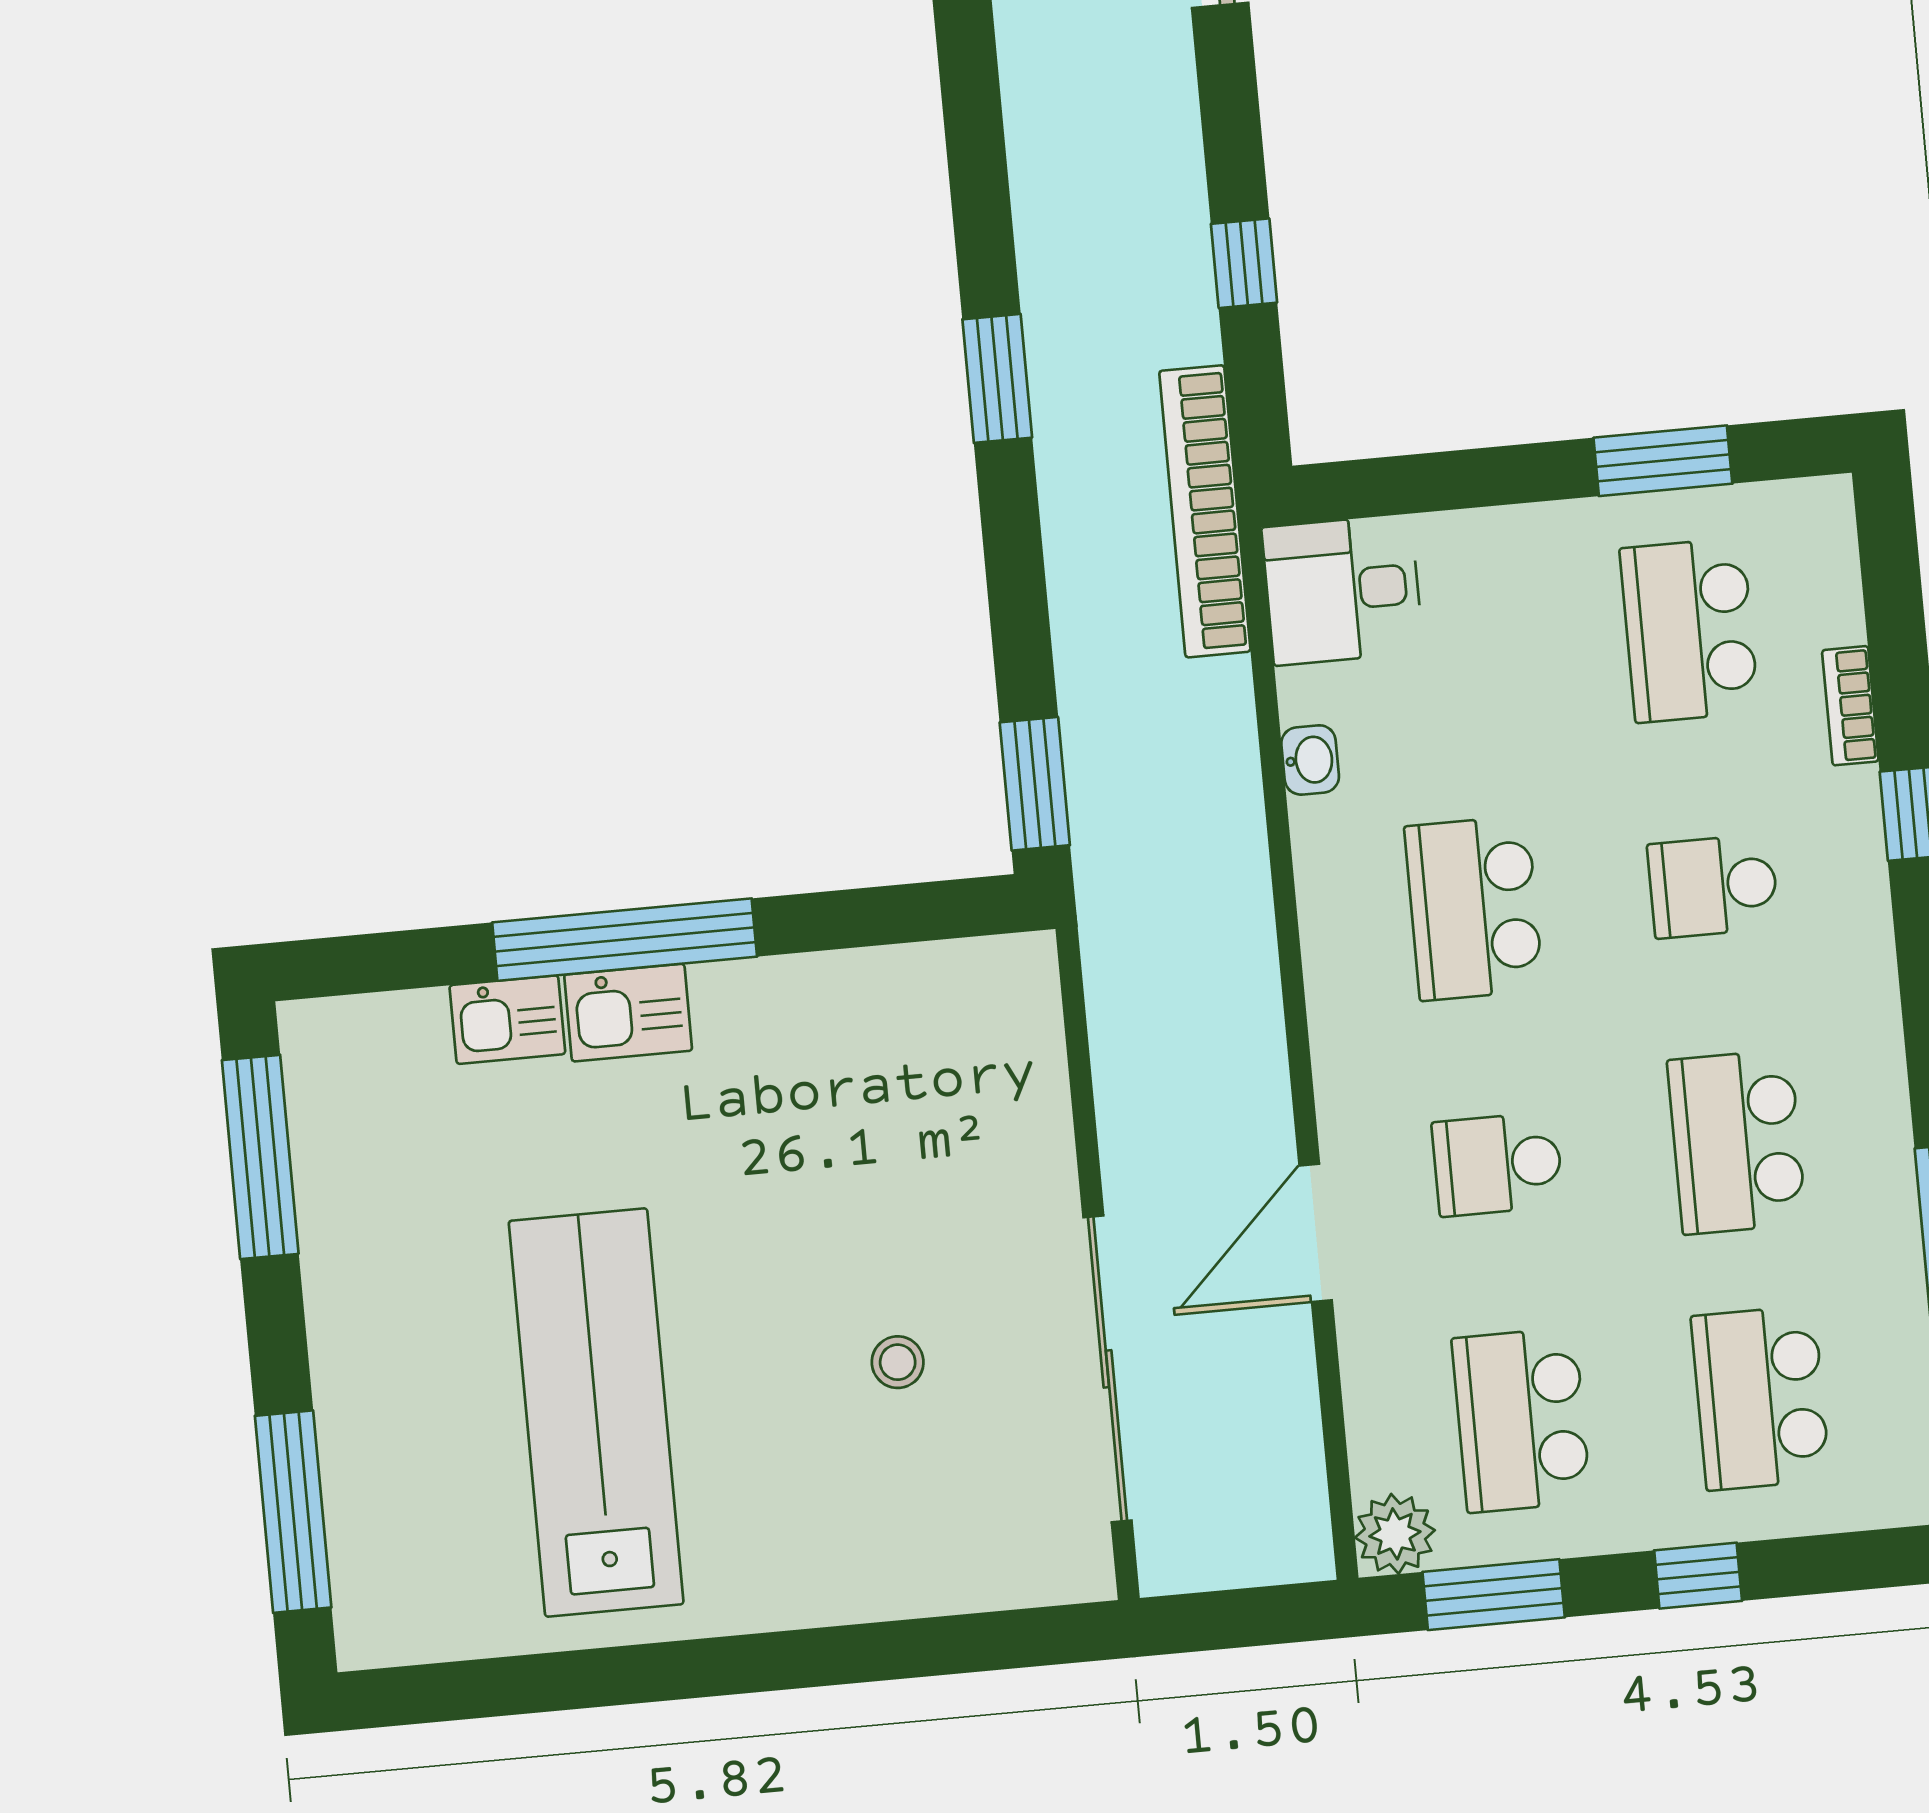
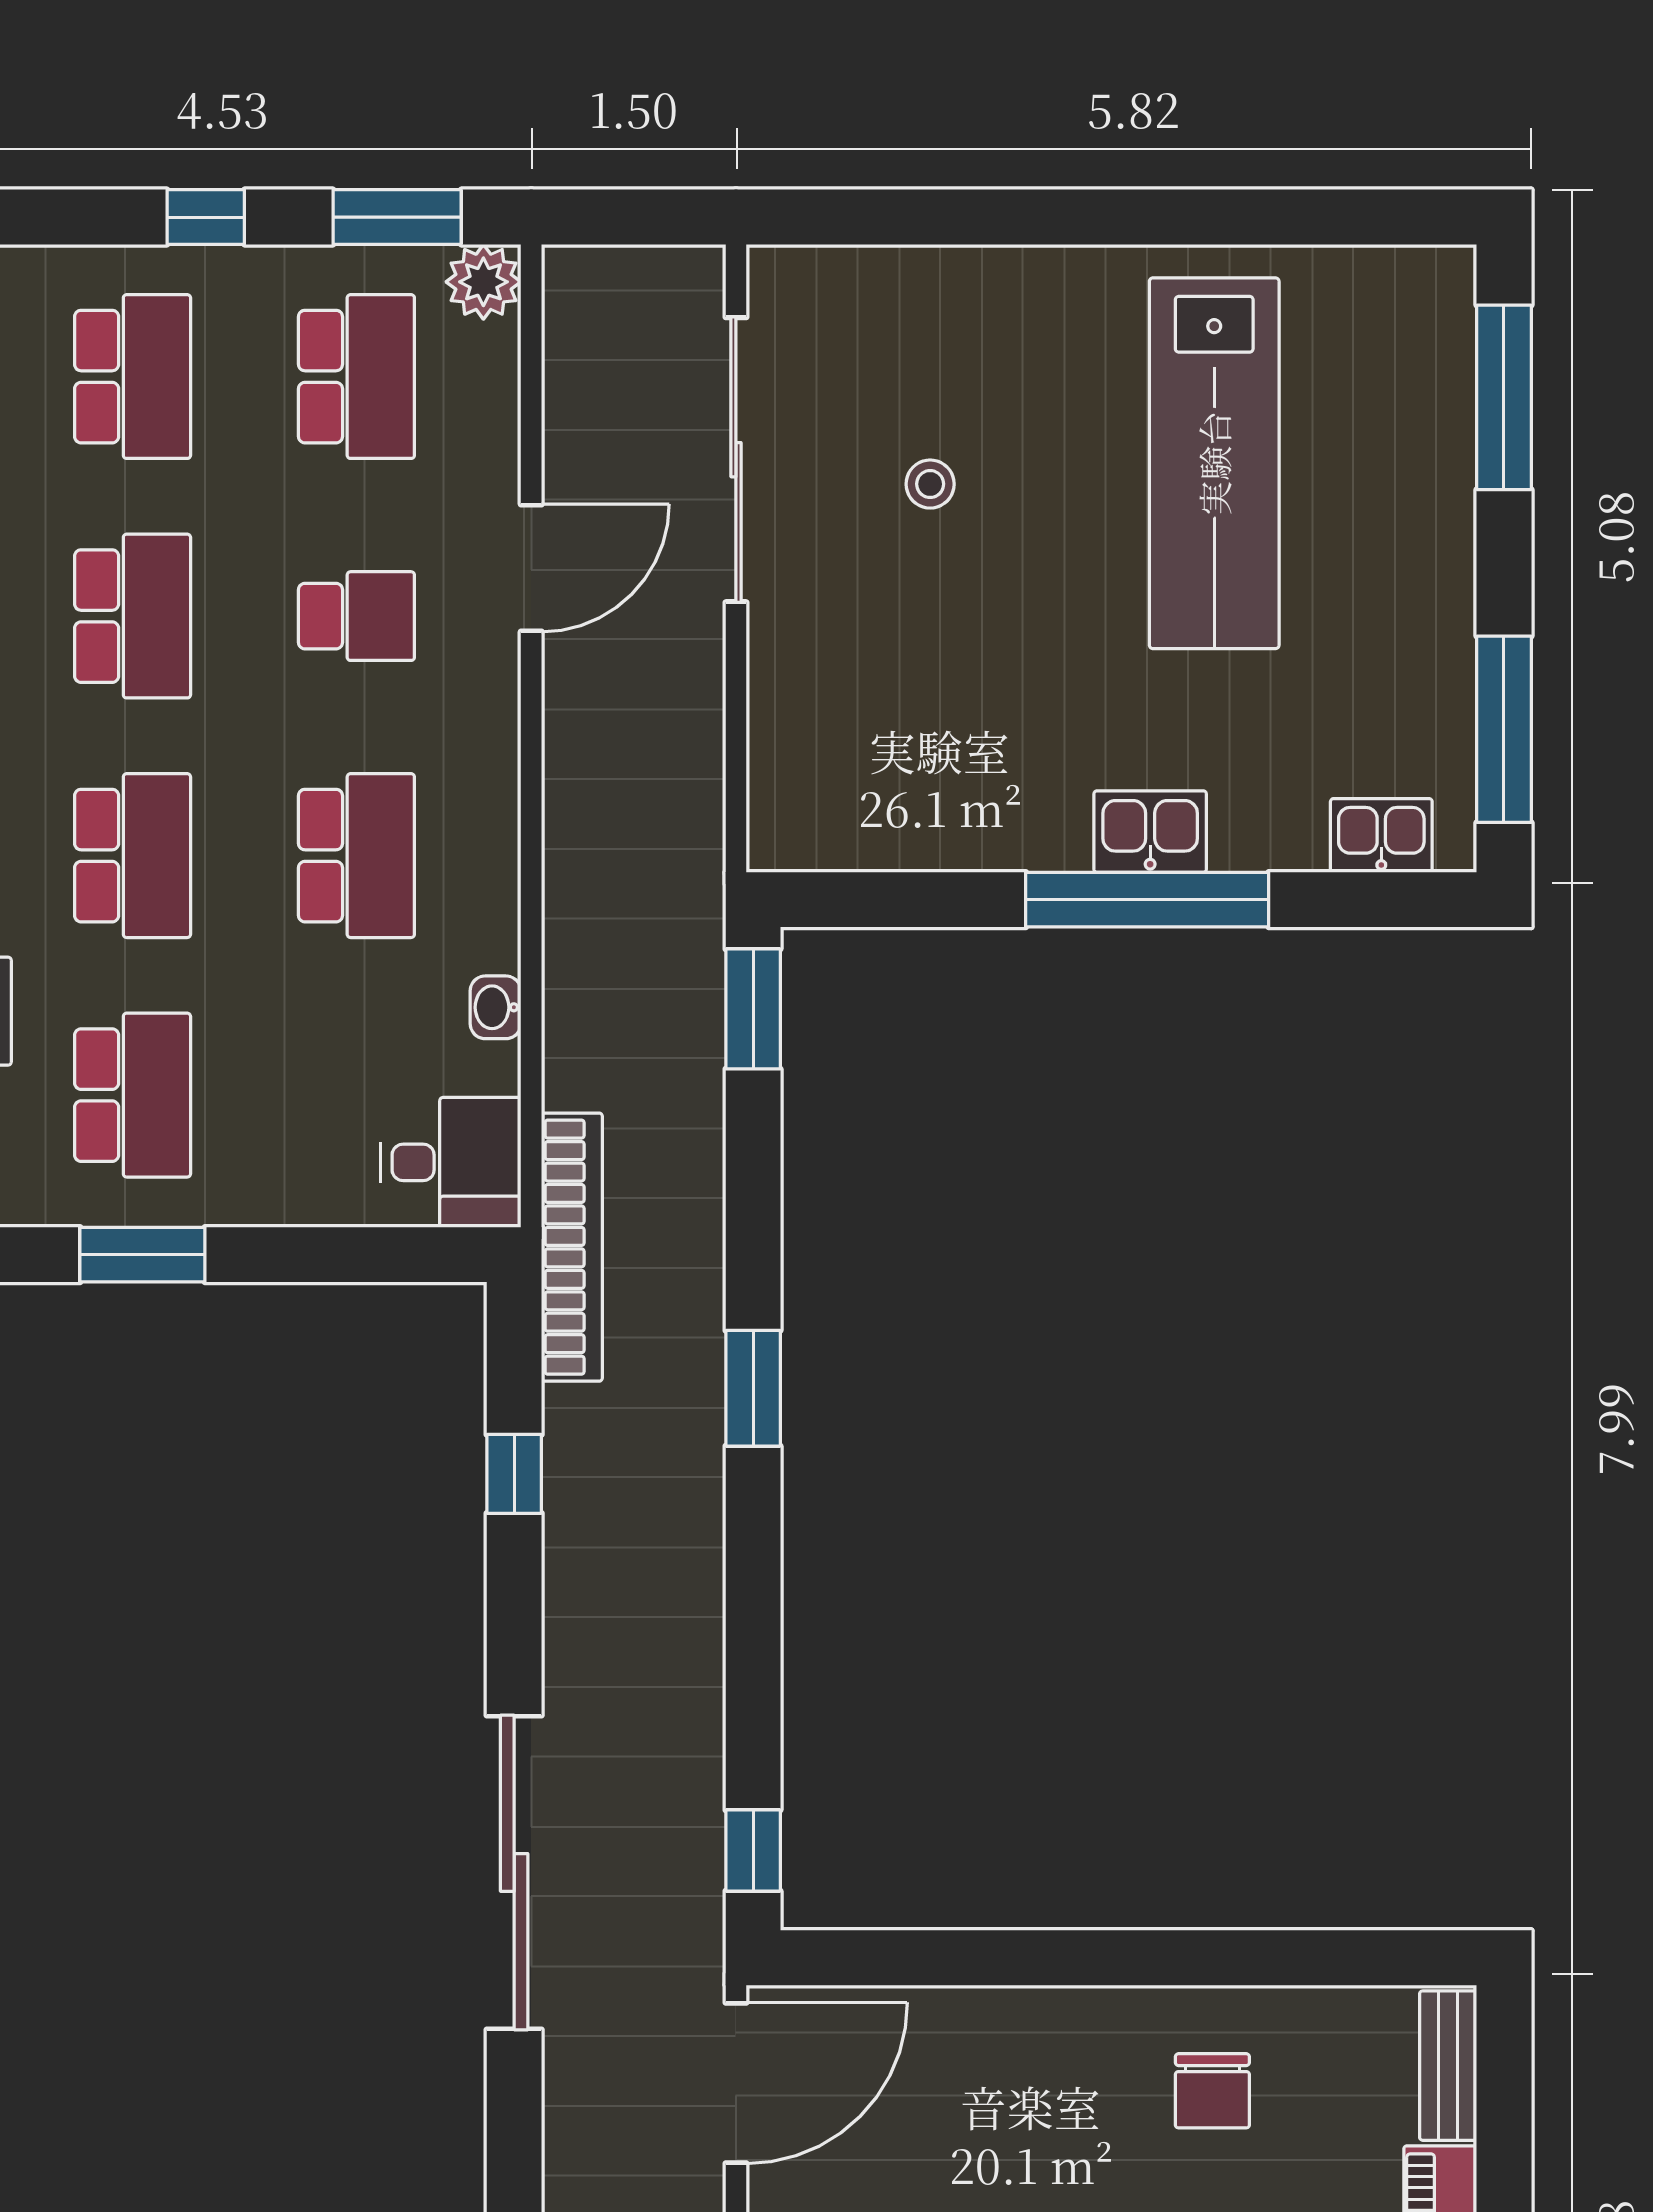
school desk: (1713, 886) -> (133, 856), width x1.85
kitchen sink: (507, 1020) -> (1381, 835), moved

